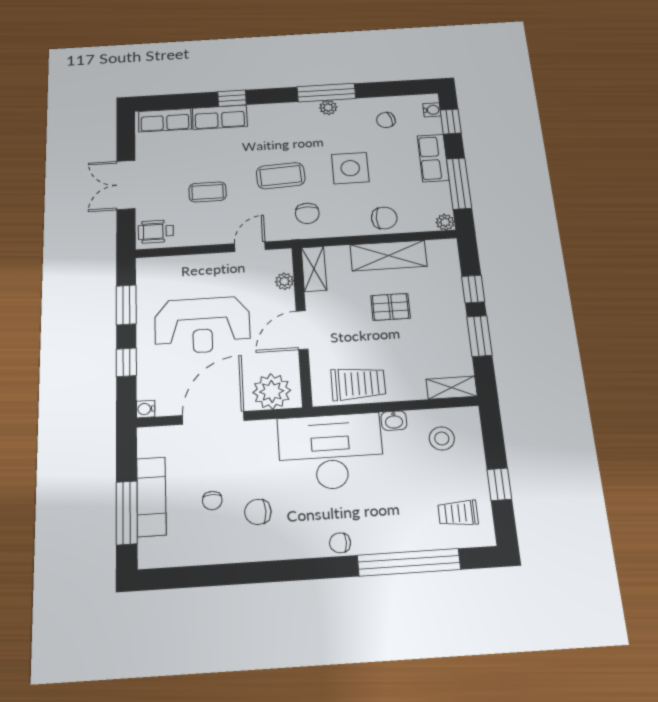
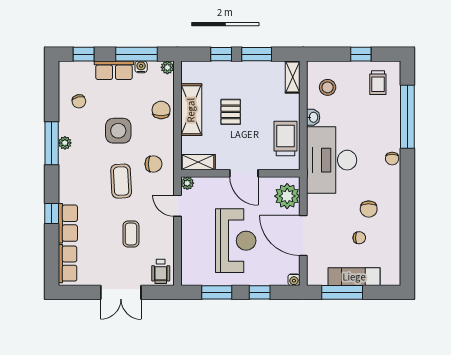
water cooler: (432, 110) -> (141, 67), moved
plant: (284, 281) -> (187, 183), moved
window: (127, 513) -> (342, 292), moved

